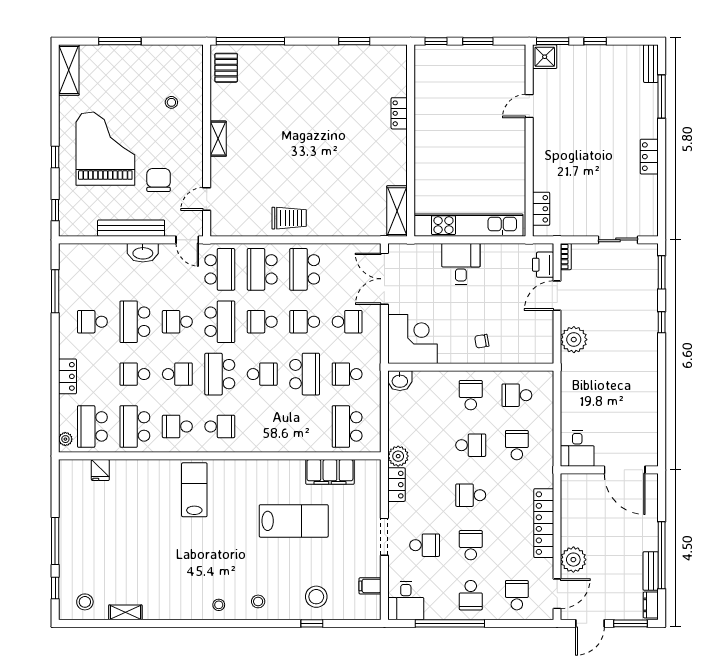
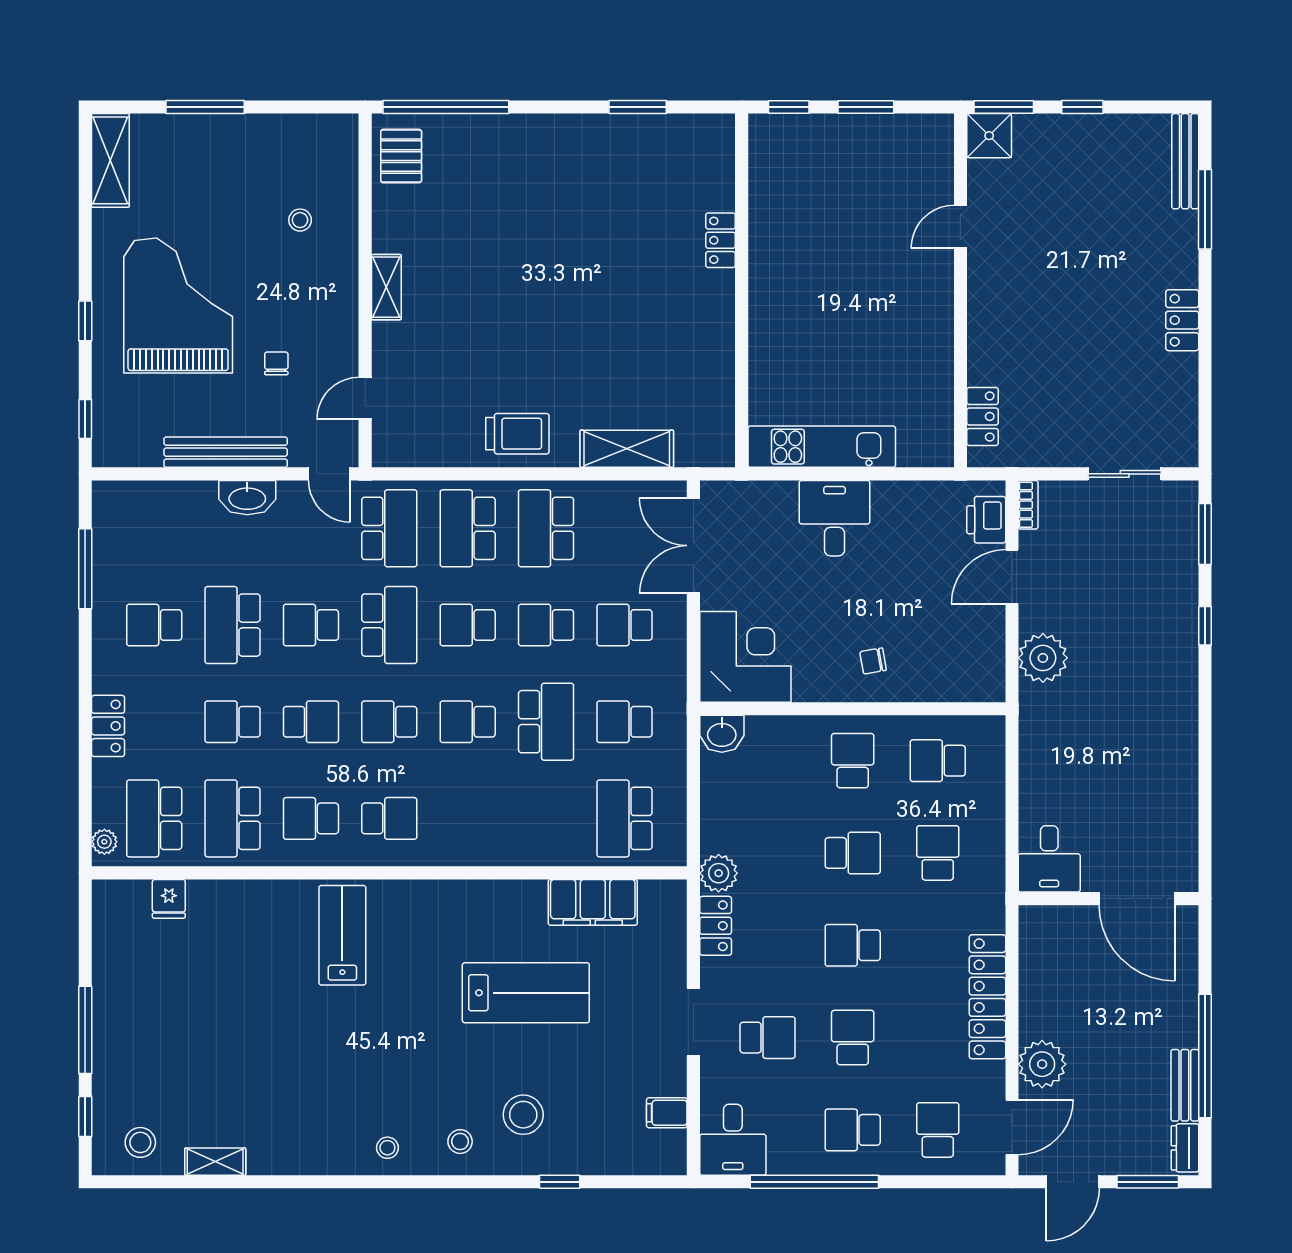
bench: (651, 64) -> (1185, 161), width x1.36
chair: (159, 180) -> (276, 363), width x0.54, depth x0.54
shelving: (397, 211) -> (627, 449), moved, turned 90
kitchen unit: (469, 225) -> (822, 447), width x0.73
school desk: (347, 322) -> (624, 625), turned 180
school desk: (220, 374) -> (389, 722), width x0.54
school desk: (262, 374) -> (468, 722), turned 180
school desk: (471, 595) -> (853, 1130), turned 90
stool: (316, 597) -> (523, 1115), moved

